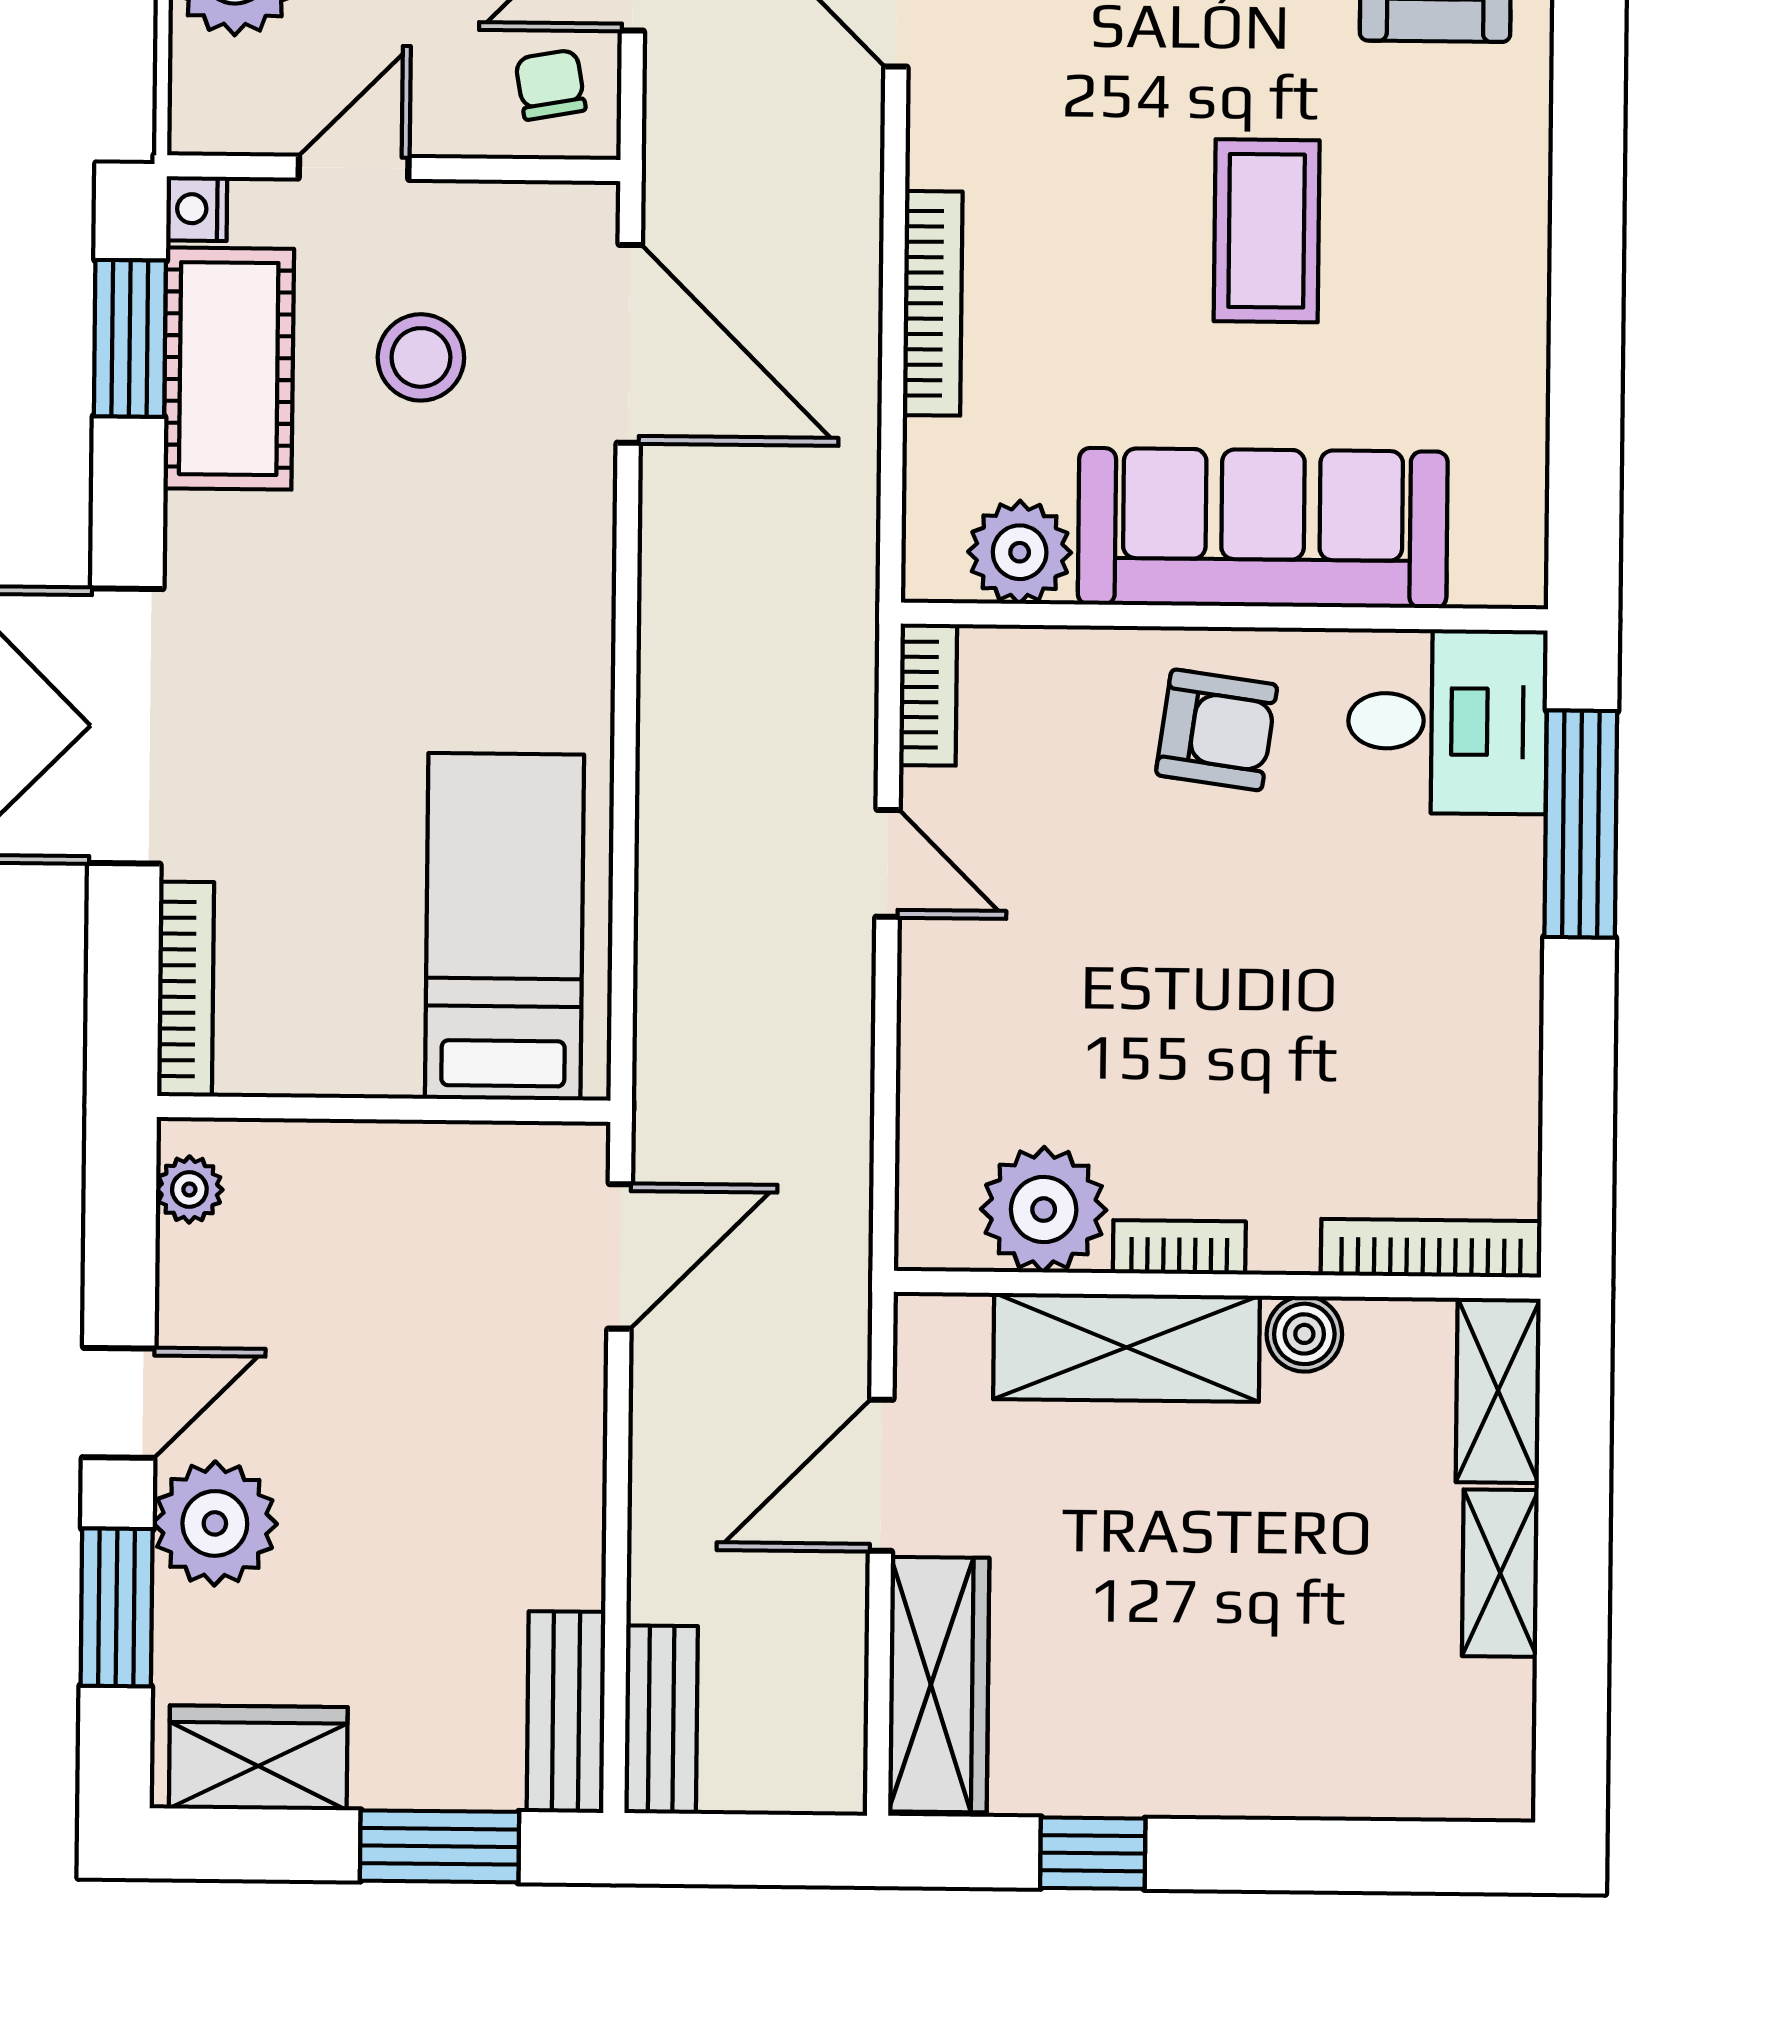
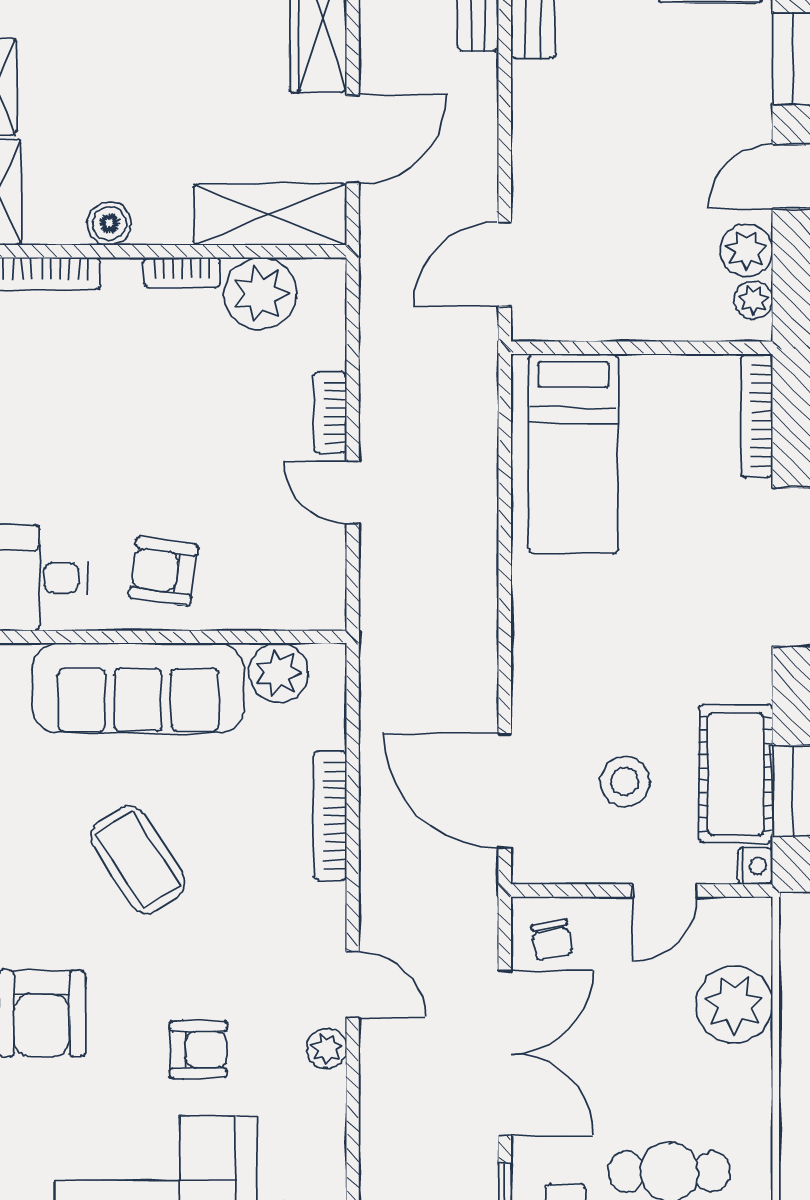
coffee table: (1267, 231) -> (138, 860), turned -33
bookcase: (928, 695) -> (330, 412), moved
shelving: (1127, 1347) -> (270, 215), moved
plant: (215, 1523) -> (746, 250), moved, width x0.73, depth x0.73

